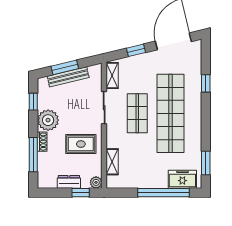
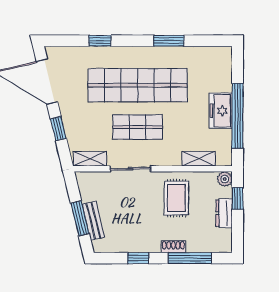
bench: (68, 77) -> (93, 221), width x0.73
window: (33, 102) -> (138, 258), moved
plant: (48, 120) -> (146, 239), removed
window: (206, 163) -> (169, 41), moved
freezer: (182, 179) -> (221, 111), moved
window: (164, 193) -> (238, 116), moved

